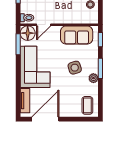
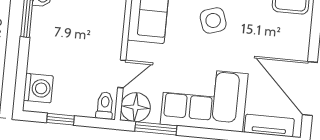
door: (44, 25) -> (122, 74), hinge flipped

